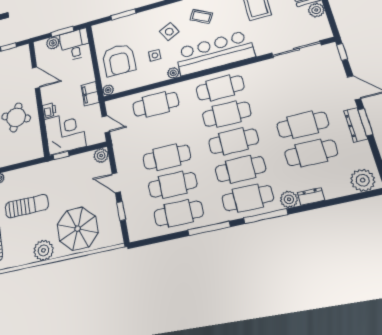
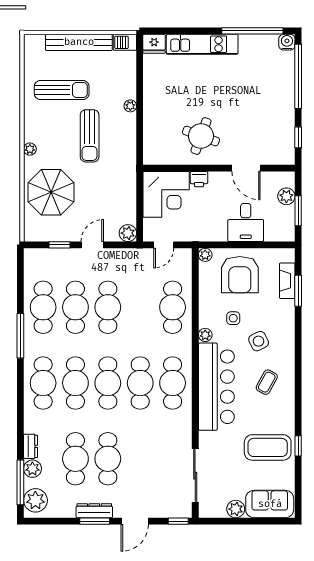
fireplace: (117, 24) -> (287, 281), added
desk: (75, 45) -> (246, 223), moved, turned 90
armchair: (119, 60) -> (240, 275), turned -90
door: (36, 78) -> (246, 168), hinge flipped
filing cabinet: (90, 94) -> (207, 232), removed
window: (61, 155) -> (140, 186), removed
plant: (289, 199) -> (32, 469), moved
window: (266, 216) -> (20, 482), moved
plant: (43, 250) -> (30, 149), width x0.53, depth x0.53

